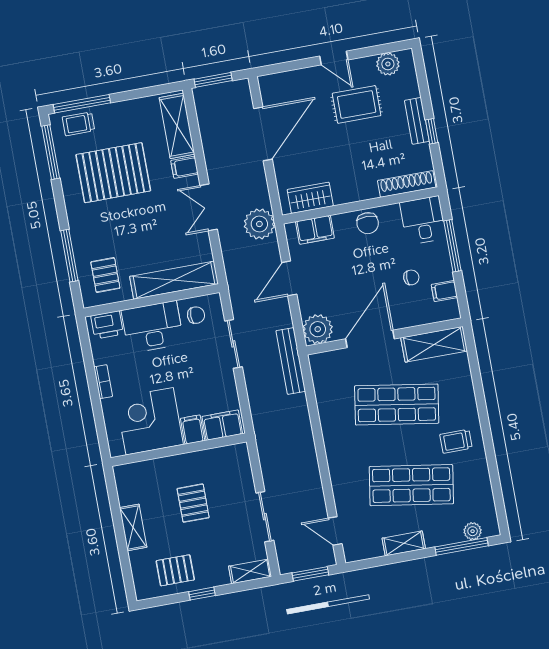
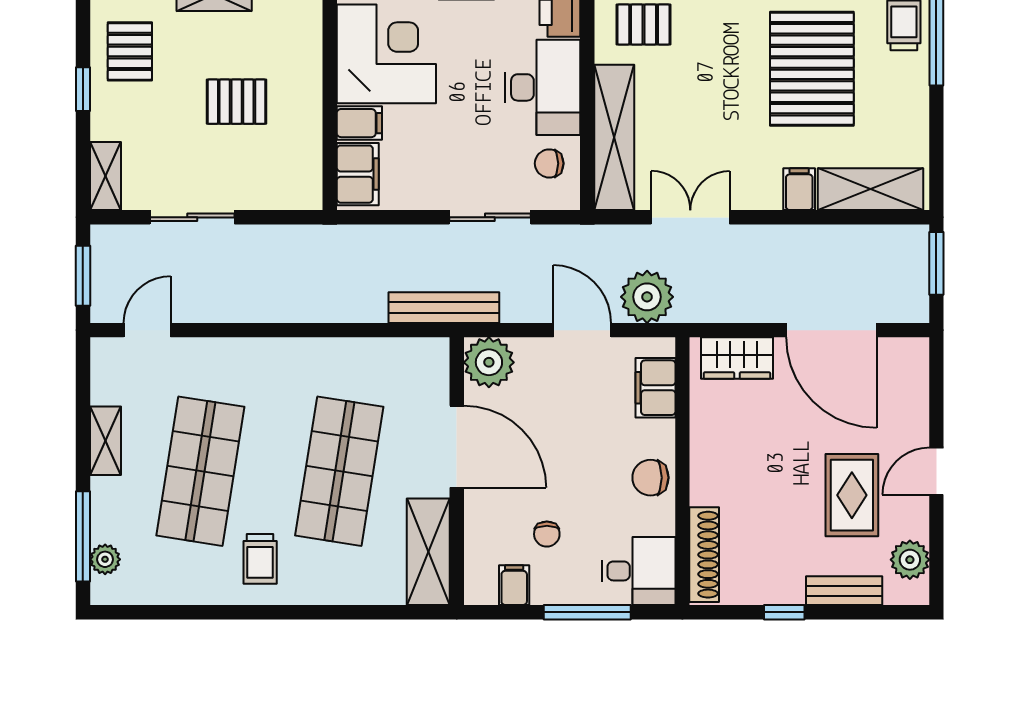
bench: (417, 121) -> (844, 591), moved
wardrobe: (310, 198) -> (737, 358), moved, turned 90
double door: (209, 207) -> (690, 217), moved
plant: (259, 224) -> (647, 297), moved
chair: (196, 315) -> (549, 163), turned 90
trolley: (456, 441) -> (260, 559), turned 180

